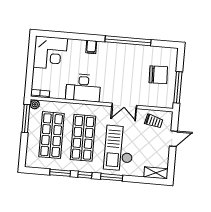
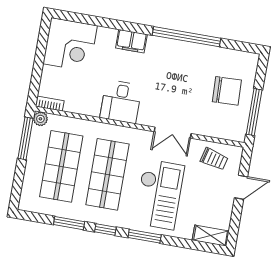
filing cabinet: (91, 47) -> (131, 41), width x2.00
desk: (83, 88) -> (121, 102), width x0.73
checkout: (119, 148) -> (159, 194), turned 180

